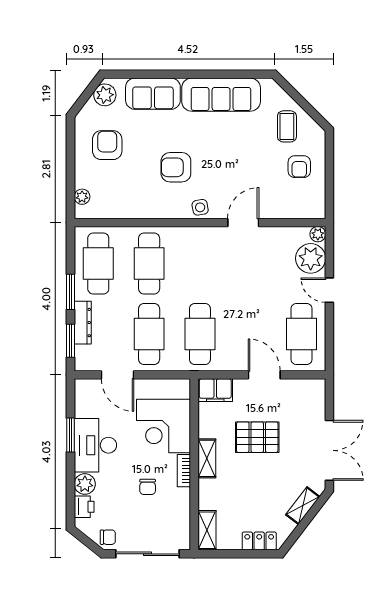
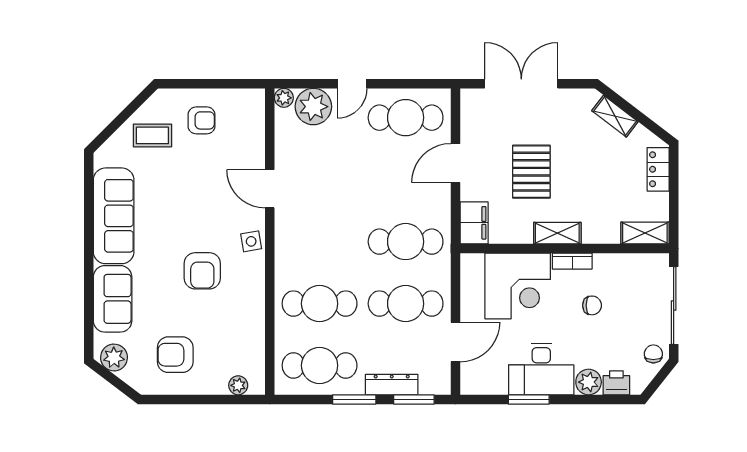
double door: (329, 450) -> (521, 84), moved

